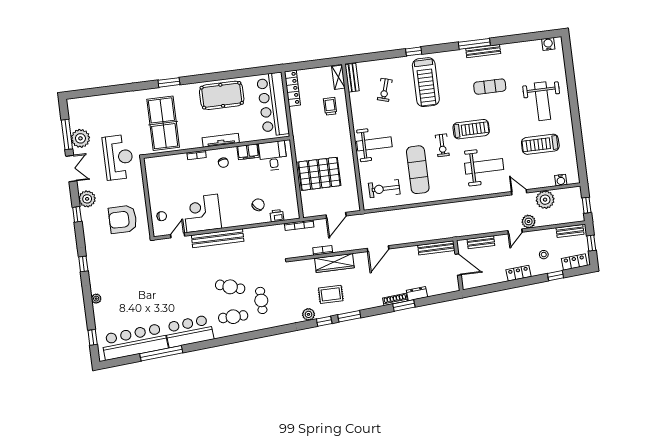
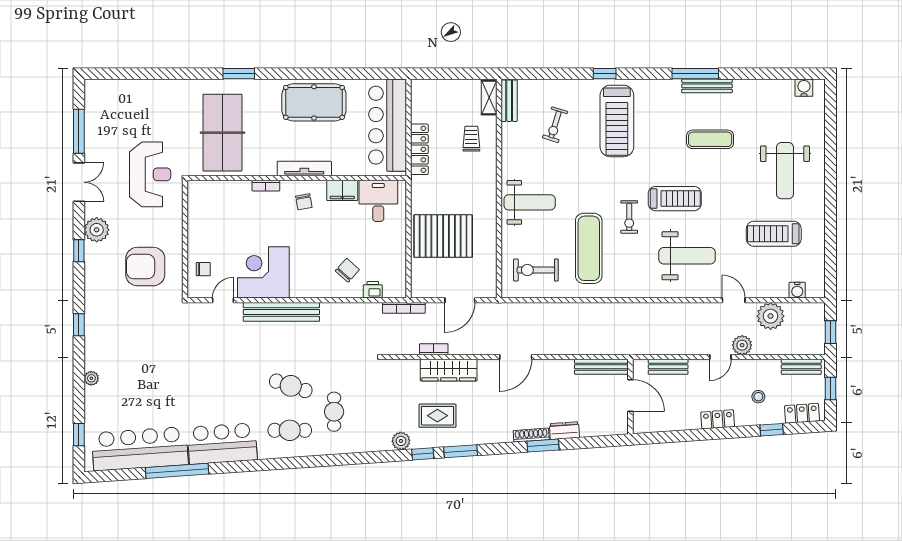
locker: (292, 88) -> (419, 149), moved
plant: (80, 138) -> (98, 139), removed

